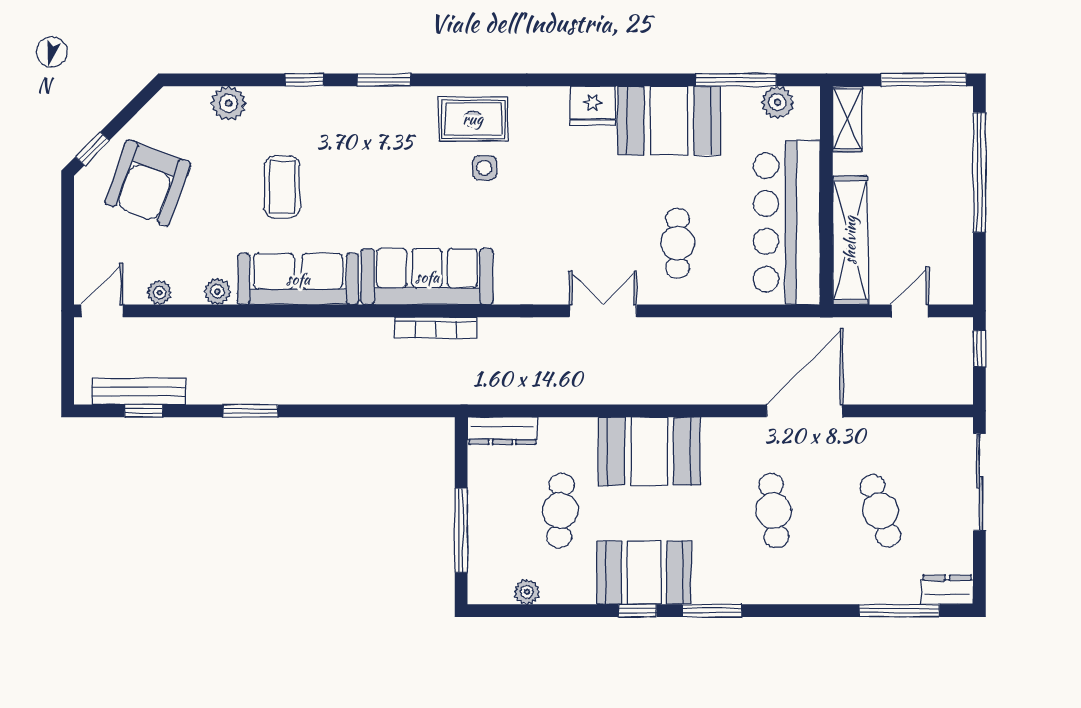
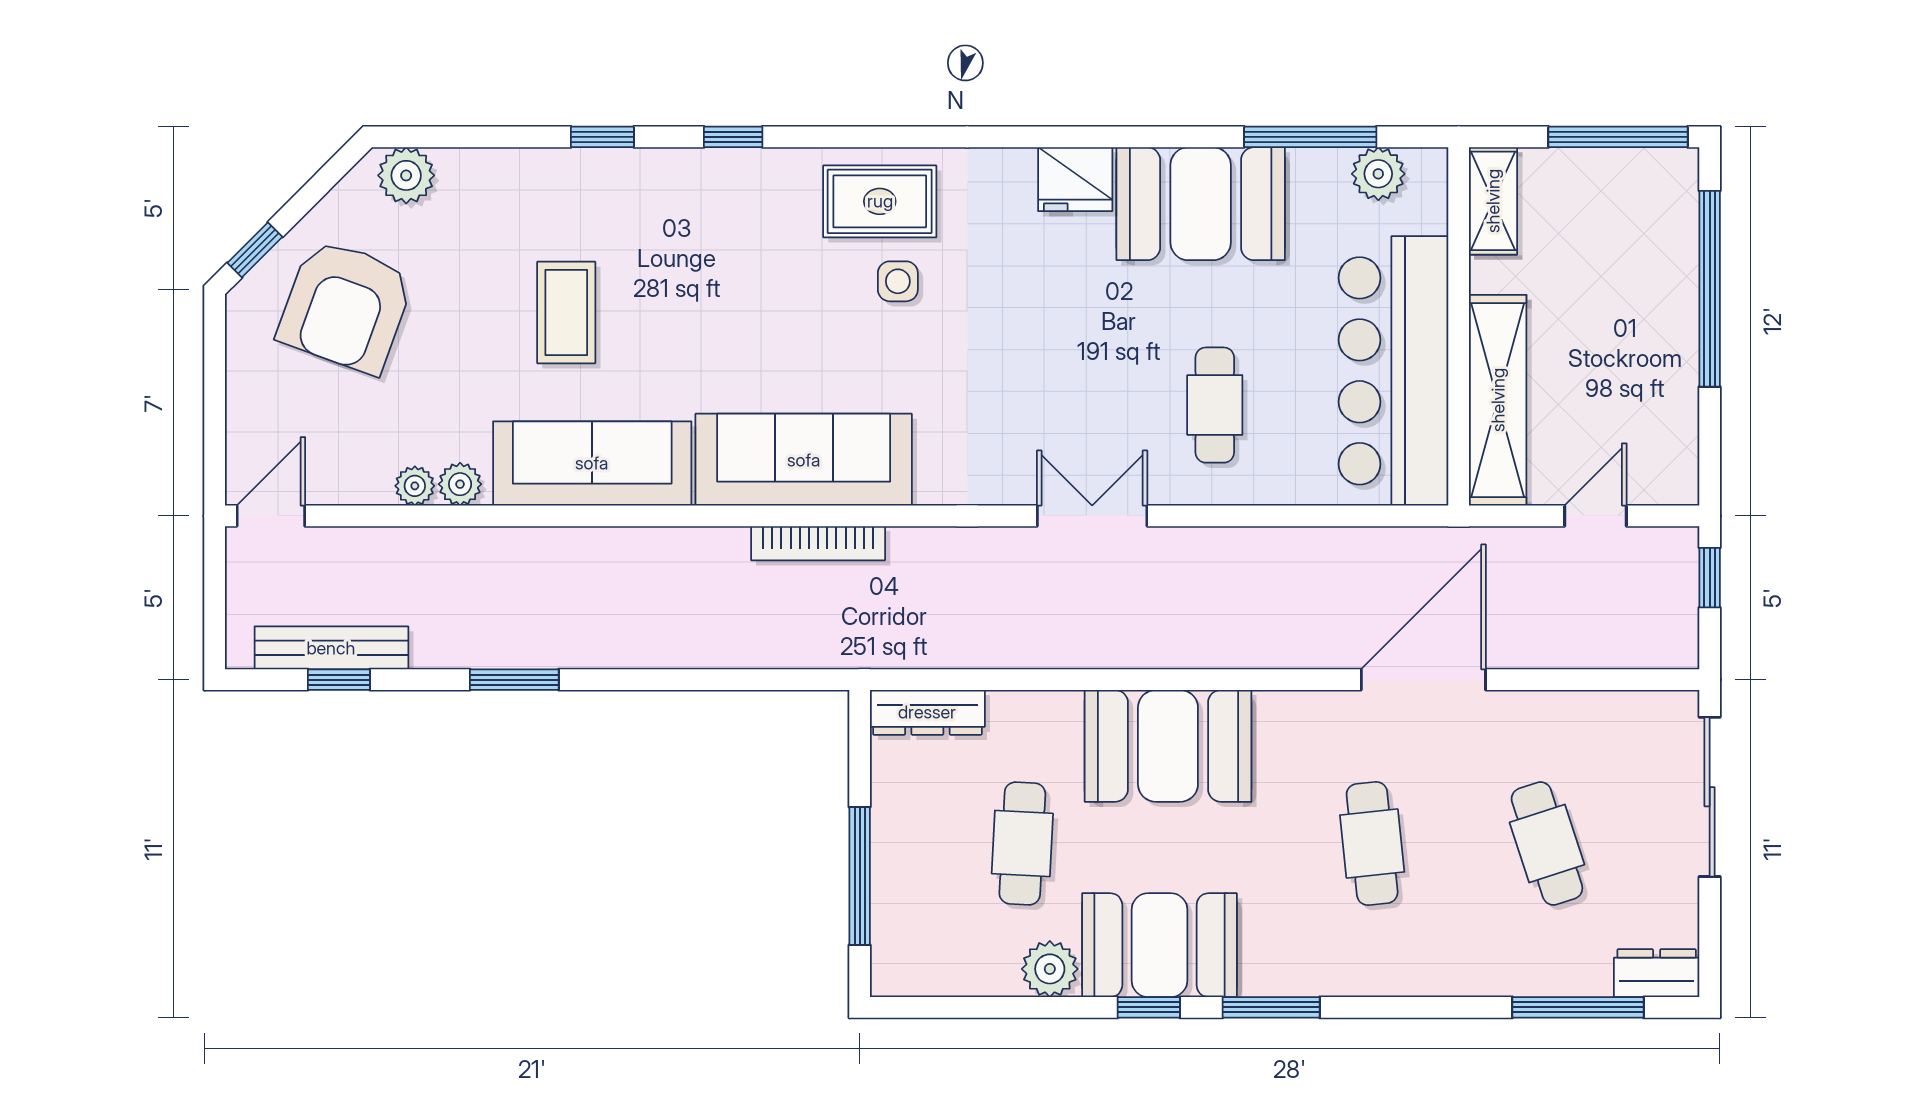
window: (384, 80) -> (733, 137), width x0.67
plant: (229, 103) -> (406, 175), moved
plant: (160, 293) -> (415, 486), moved
plant: (527, 592) -> (1050, 969), moved, width x1.38, depth x1.38

